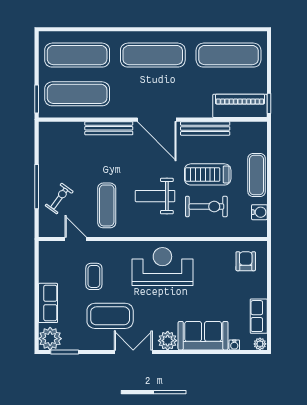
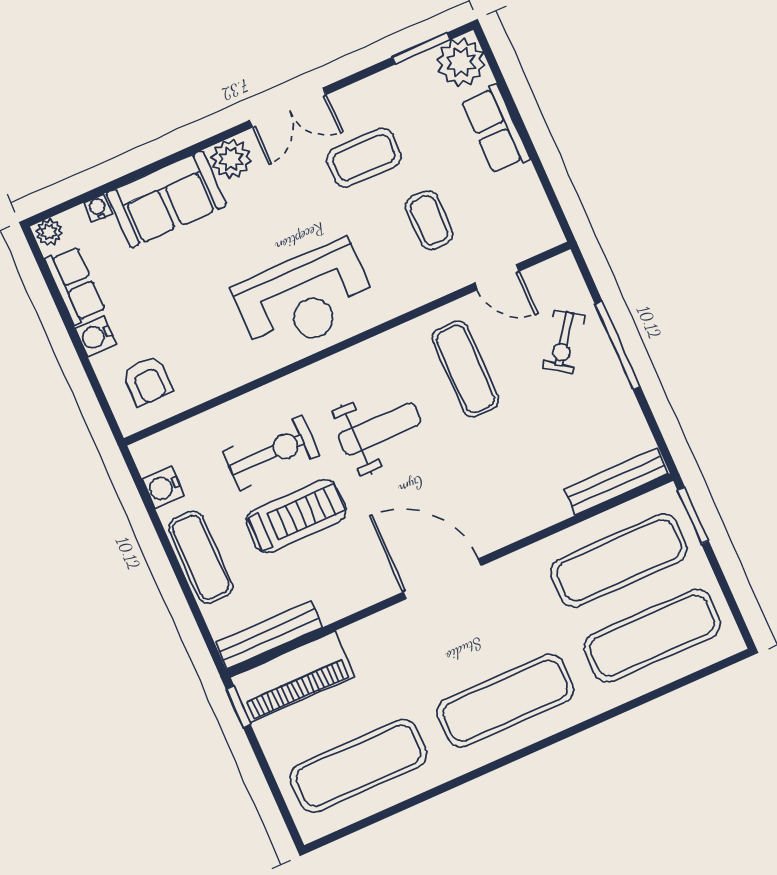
bench: (109, 128) -> (616, 482), moved
bench: (205, 128) -> (269, 635), moved
exercise bike: (206, 206) -> (271, 453), turned 180
water cooler: (260, 290) -> (96, 336), added
coffee table: (110, 316) -> (364, 158), width x0.73, depth x0.76

